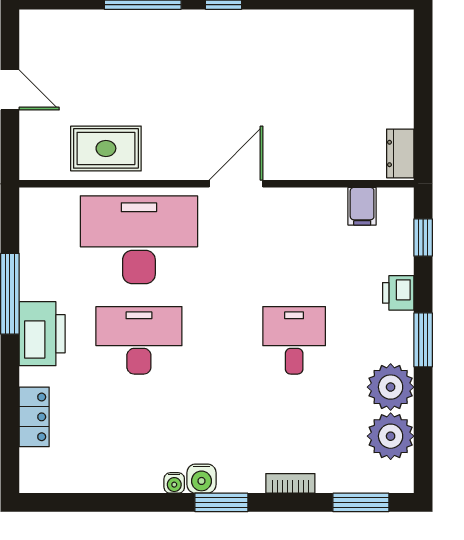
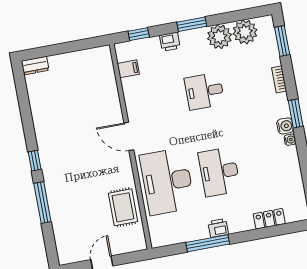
dresser: (400, 153) -> (35, 66), moved
printer: (42, 334) -> (218, 228), width x0.53, depth x0.68

